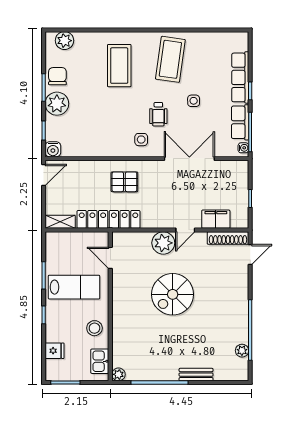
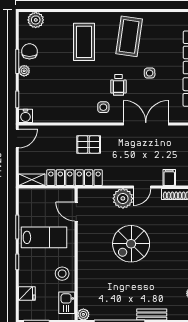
plant: (57, 104) -> (24, 71), width x0.53, depth x0.53
filing cabinet: (216, 219) -> (169, 177), width x0.50

